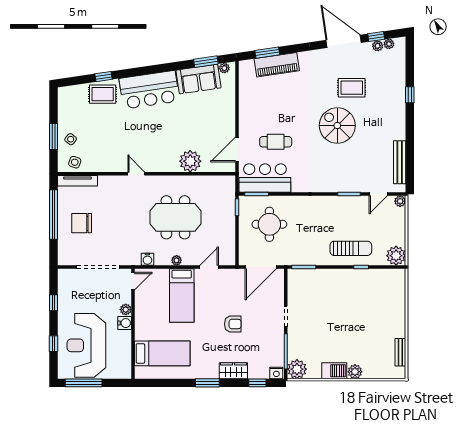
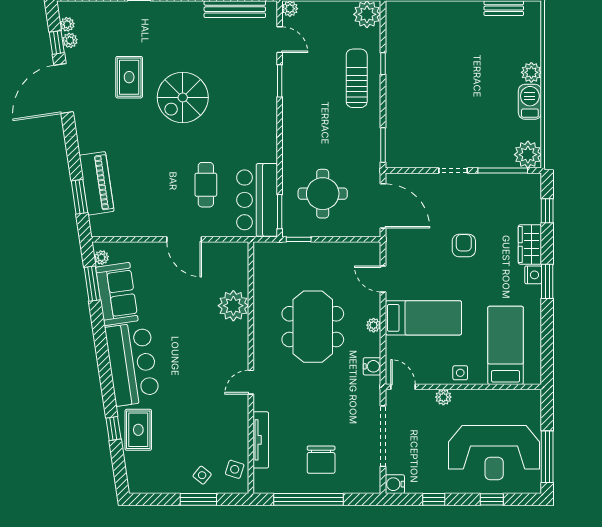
door: (237, 149) -> (184, 239), moved
tv unit: (77, 181) -> (261, 440), moved
side table: (143, 321) -> (460, 373), added
water cooler: (125, 323) -> (395, 484), moved, turned -90
nightstand: (276, 373) -> (533, 275), moved

